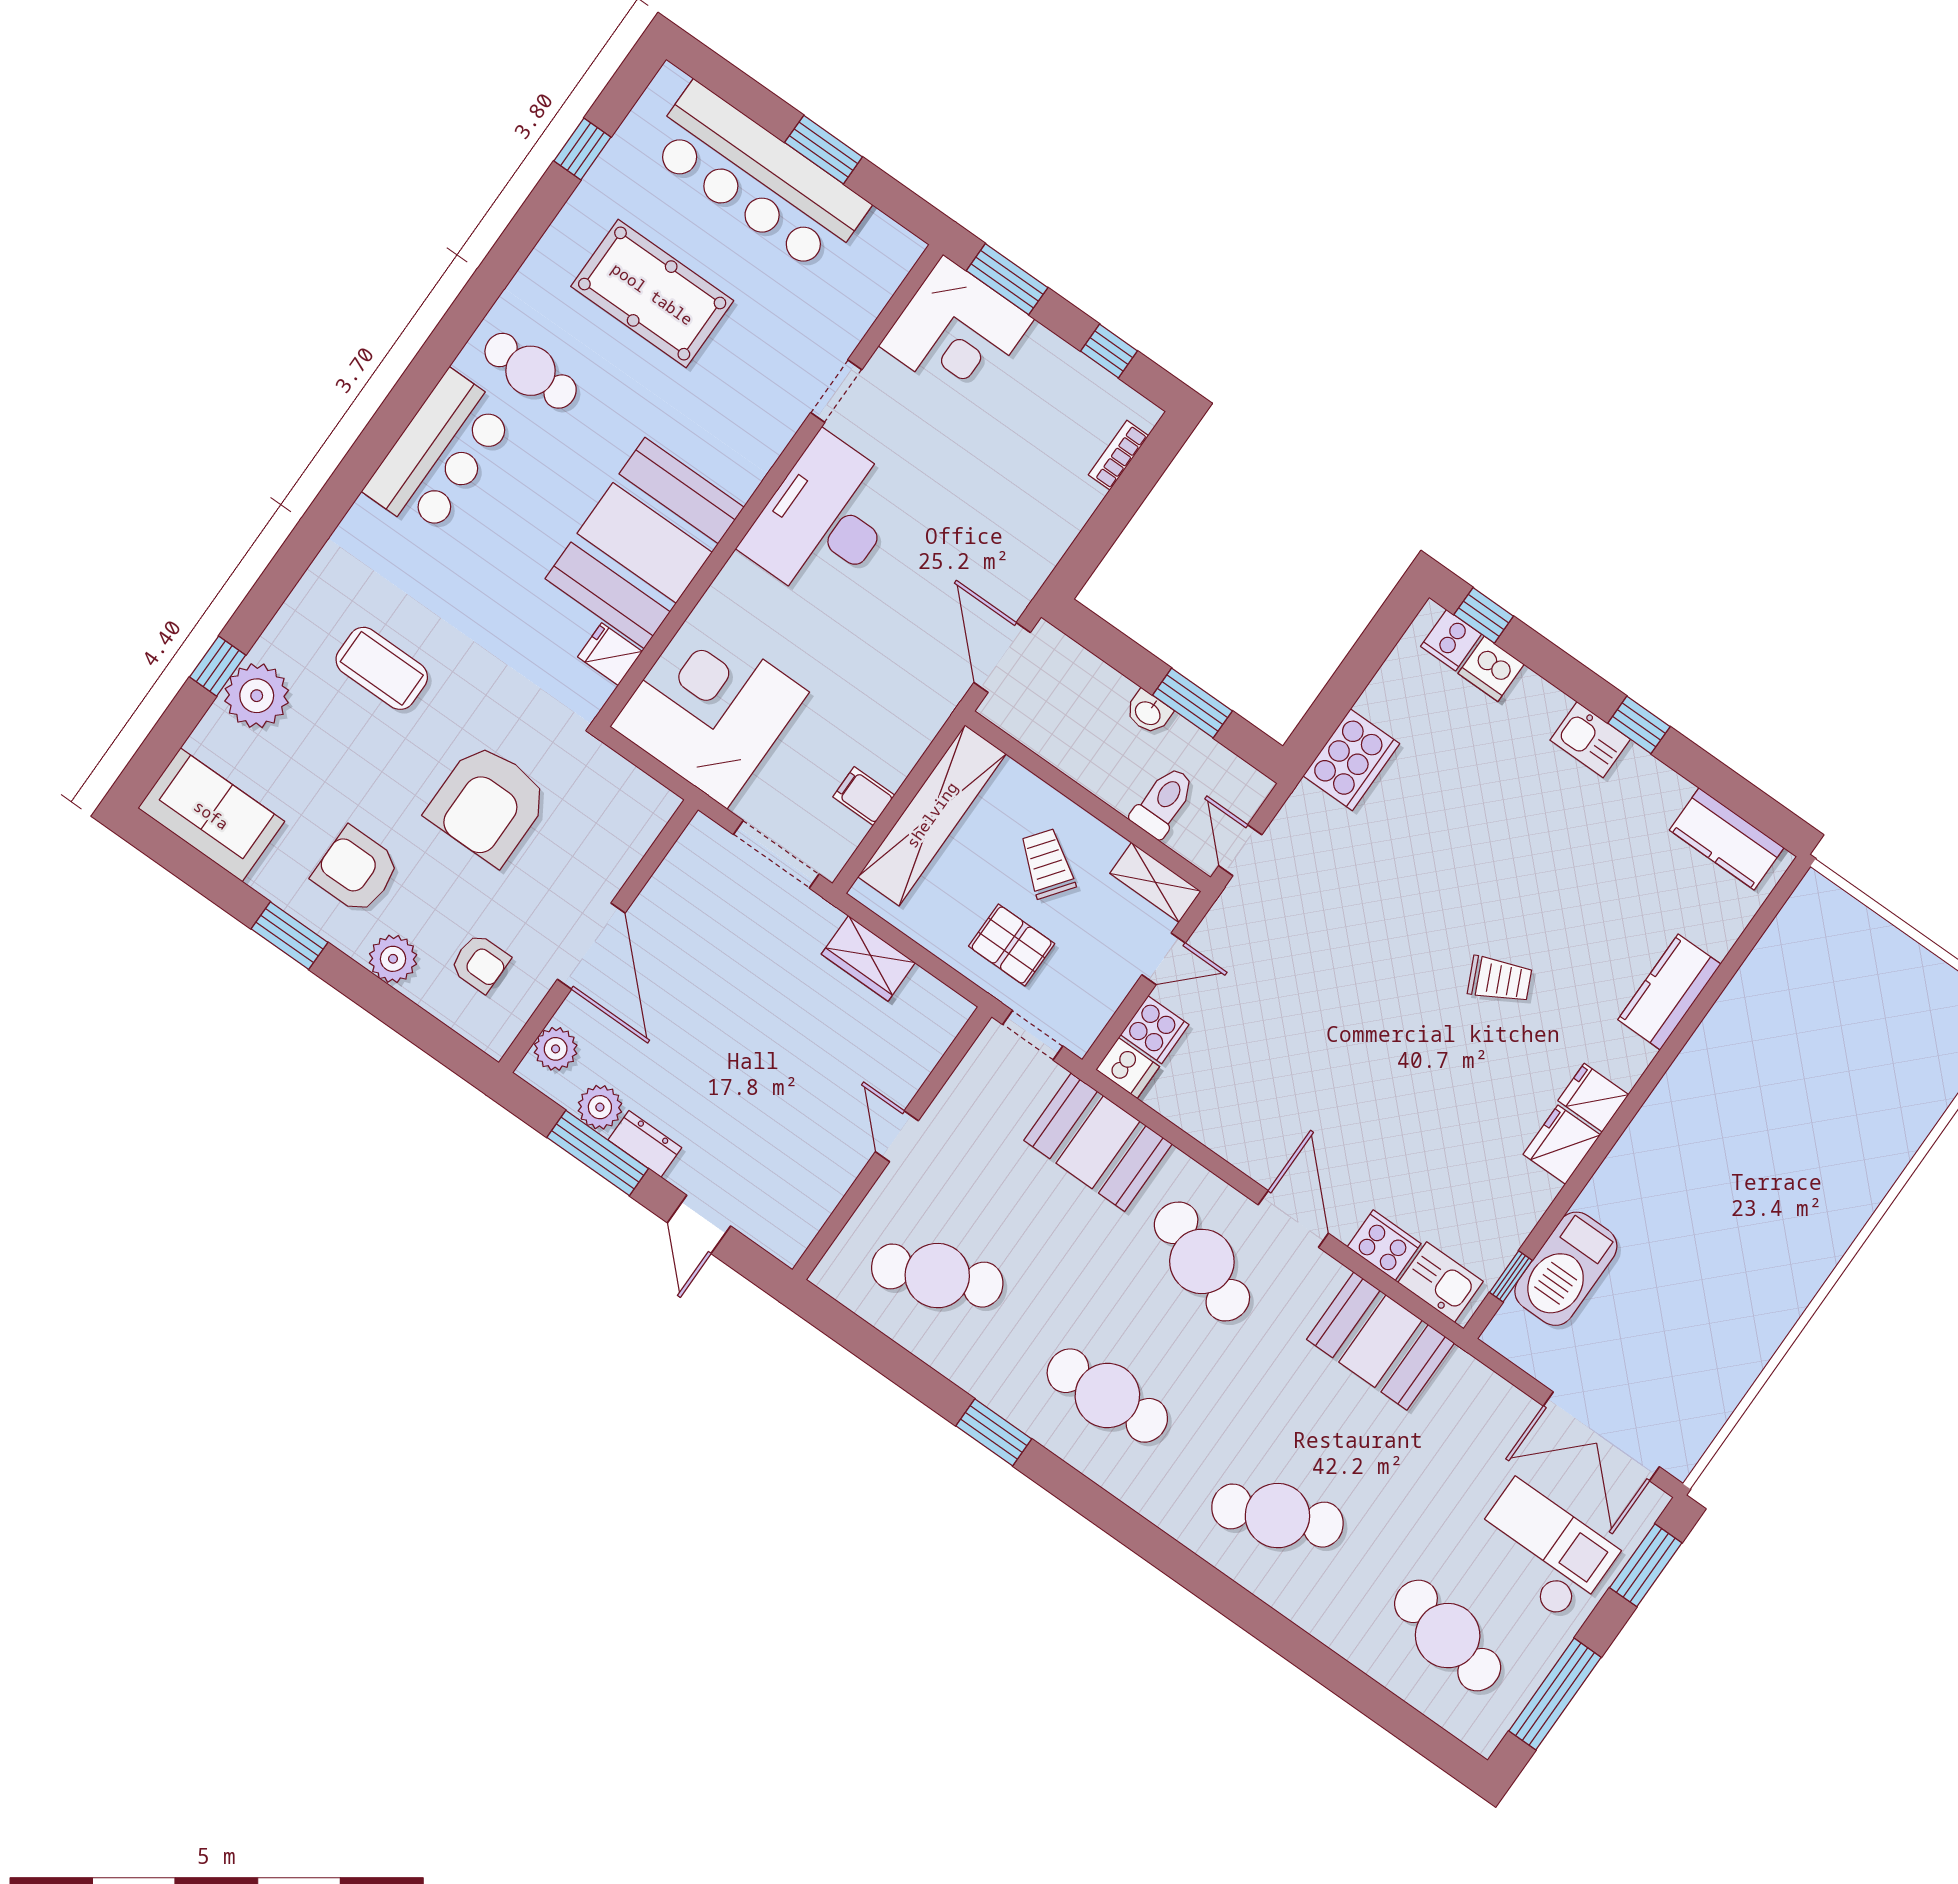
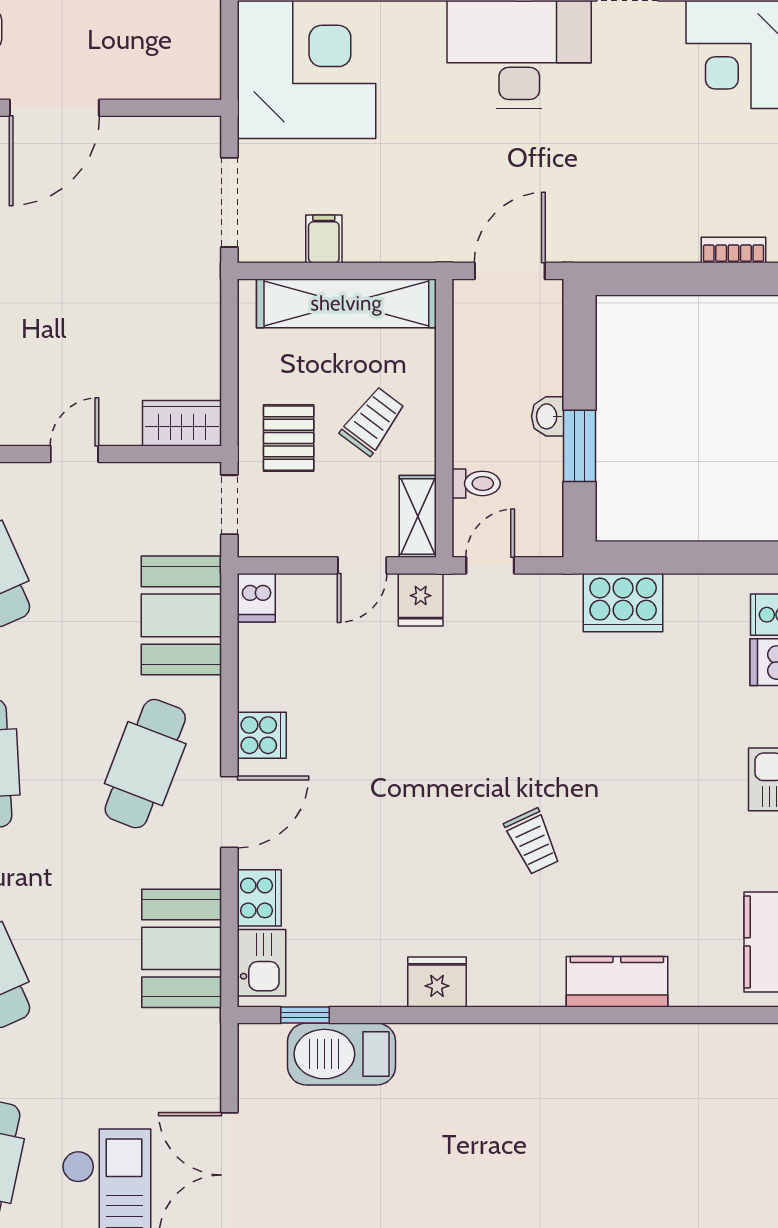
toilet: (1163, 802) -> (476, 483), width x0.73, depth x0.72
wardrobe: (868, 958) -> (182, 423), moved, turned 90
door: (1164, 959) -> (362, 565), hinge flipped
cooker: (1155, 1030) -> (262, 735), moved, turned -90
fridge: (1593, 1098) -> (421, 600), moved, turned 180

